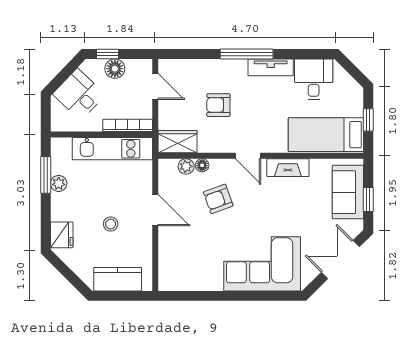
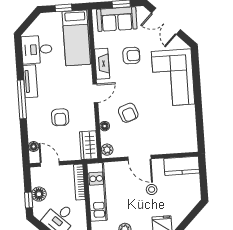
floor lamp: (181, 66) -> (34, 146), added
door: (155, 87) -> (50, 164), hinge flipped
plant: (186, 166) -> (107, 150), moved
armchair: (296, 209) -> (131, 56), added
door: (155, 210) -> (139, 158), swing flipped
kitchen counter: (118, 279) -> (182, 166), moved, turned -90

